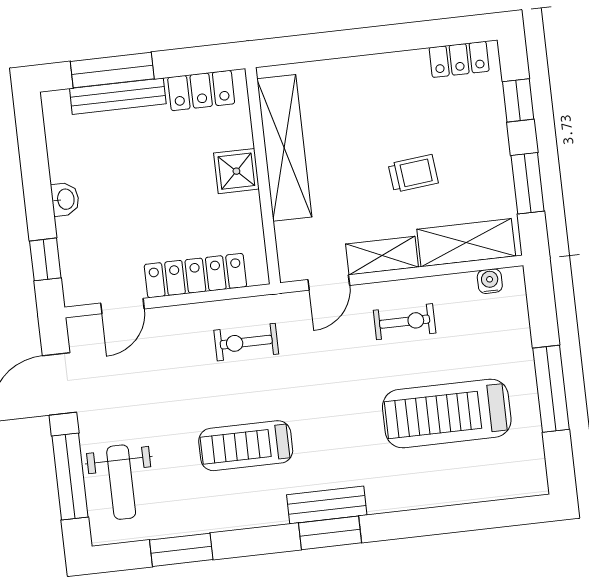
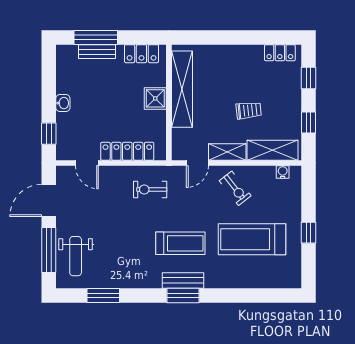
bench: (118, 96) -> (97, 52), width x0.73
window: (528, 183) -> (309, 122), width x0.67
door: (122, 306) -> (87, 163), hinge flipped
exercise bike: (405, 322) -> (235, 188), turned 52
window: (551, 389) -> (309, 233), width x0.46
treadmill: (246, 446) -> (180, 243), moved, turned 180

